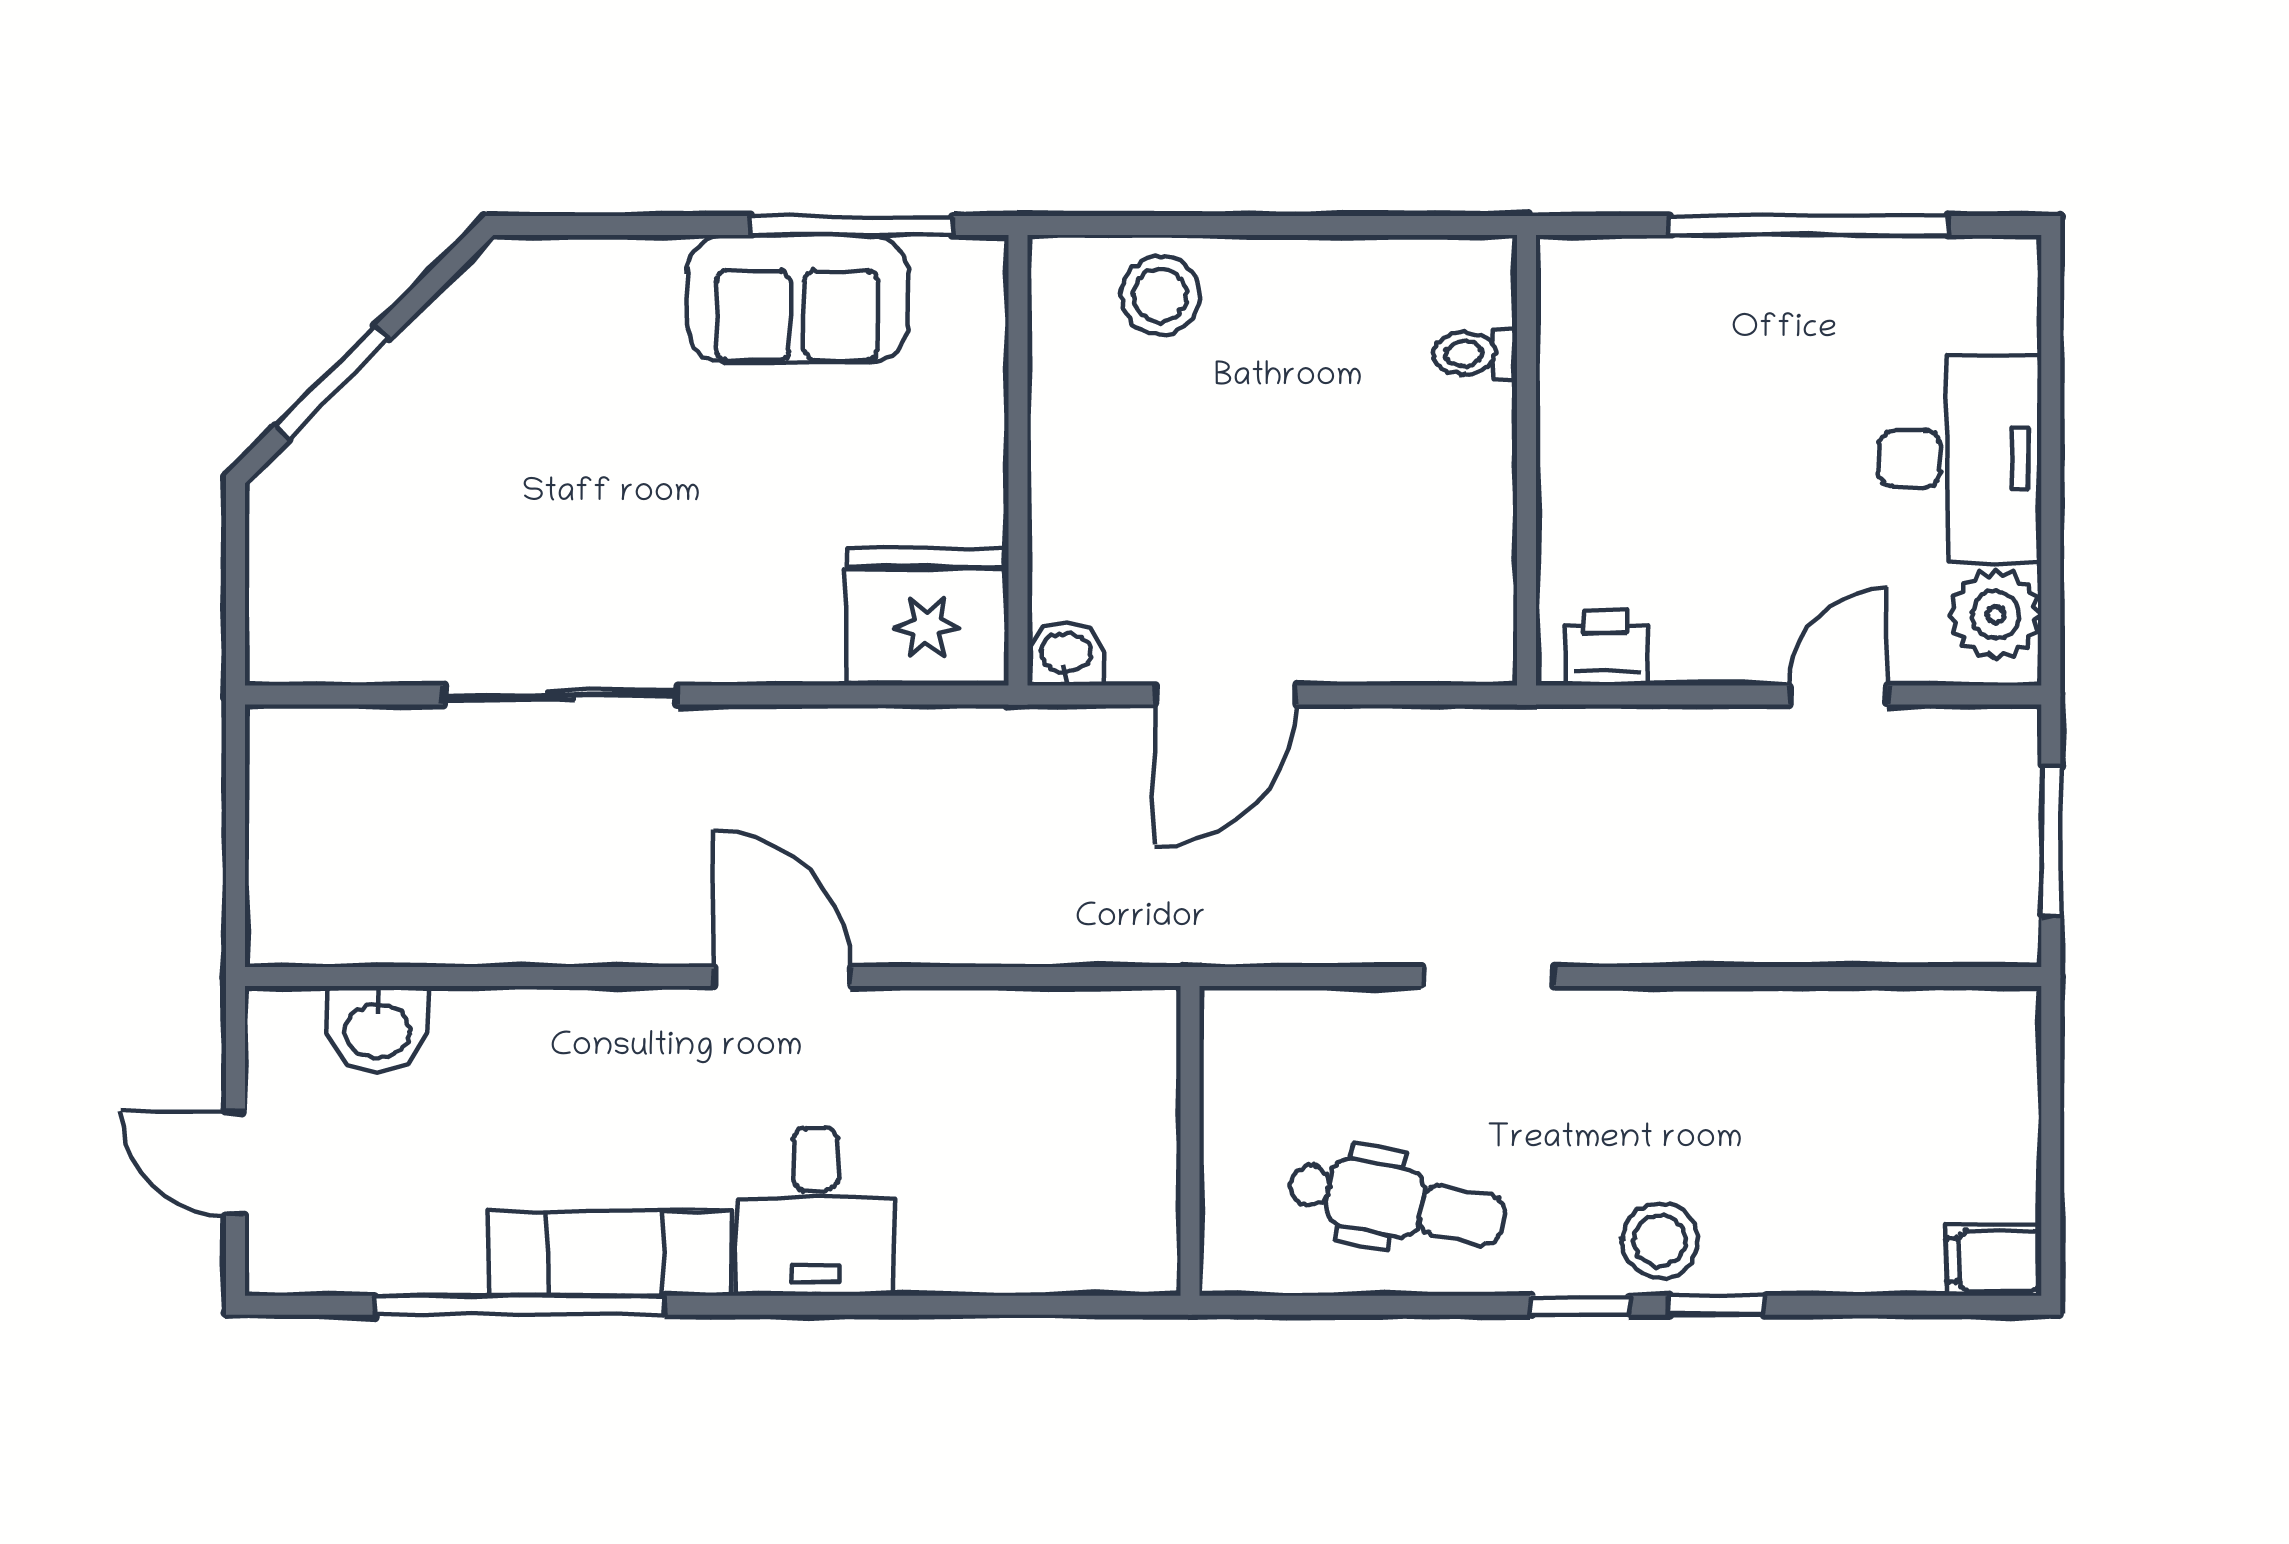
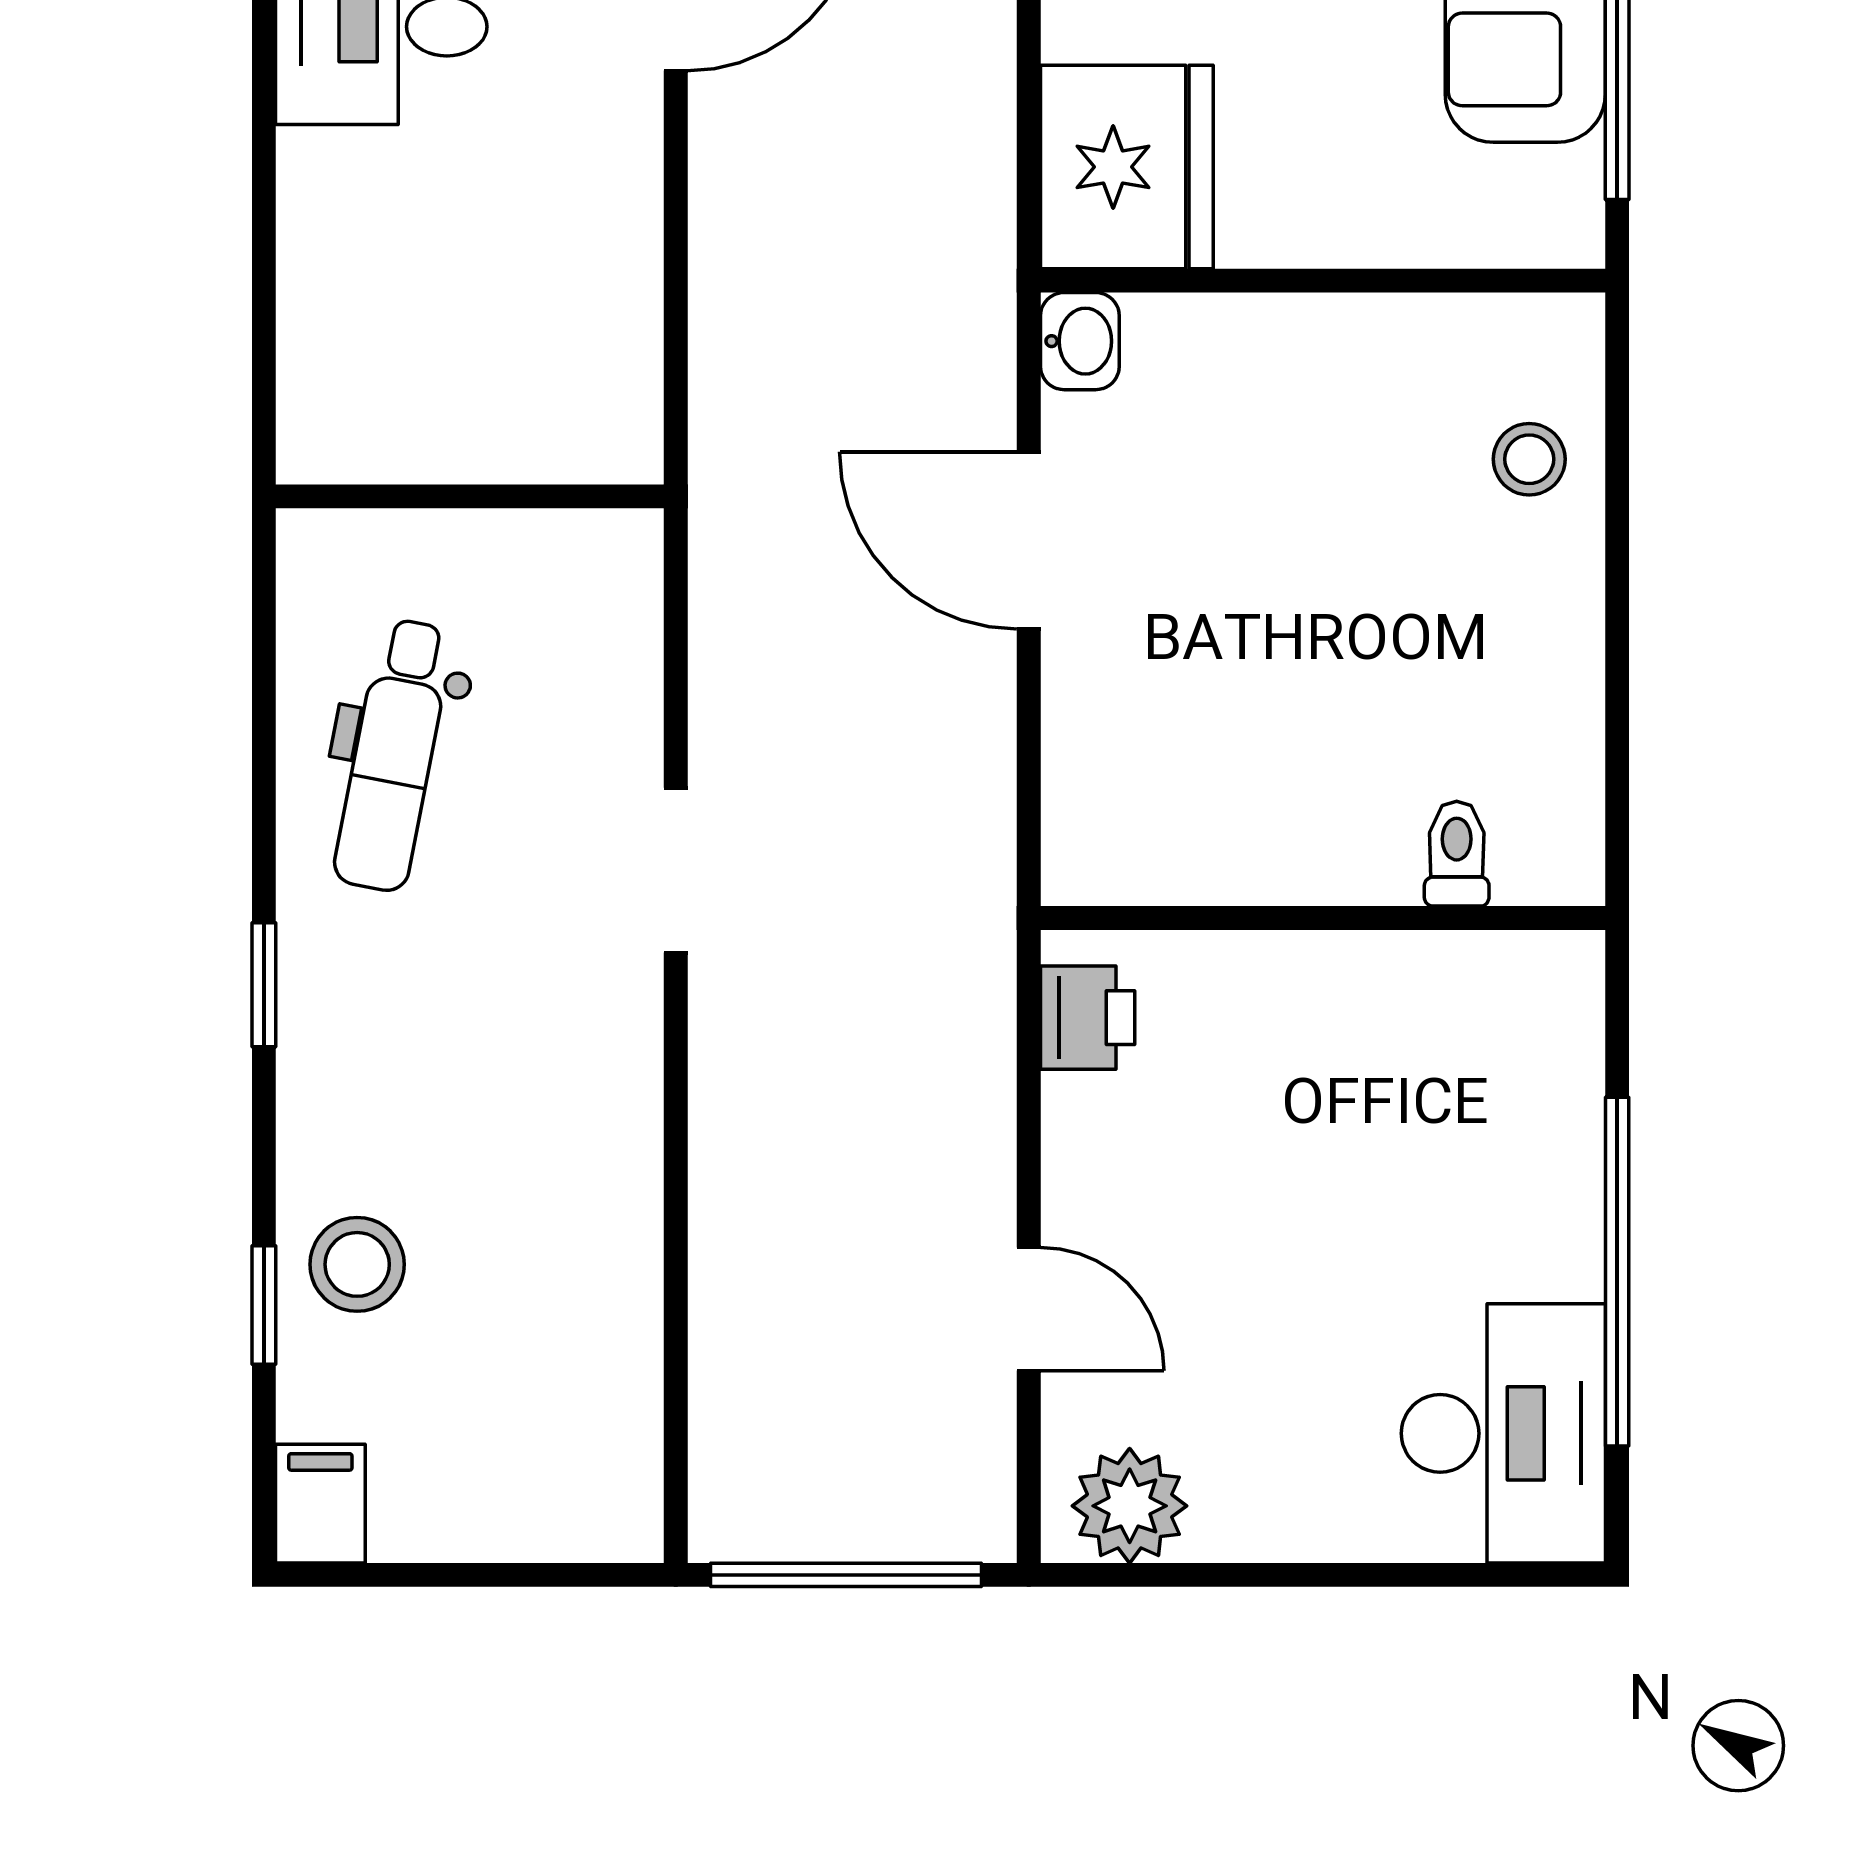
stool: (1160, 296) -> (1529, 459), width x0.73, depth x0.73
desk: (1960, 459) -> (1503, 1433), moved, turned -90
window: (2051, 841) -> (846, 1575), width x1.44
stool: (1660, 1241) -> (357, 1264), moved
window: (1717, 1305) -> (264, 1305), moved

